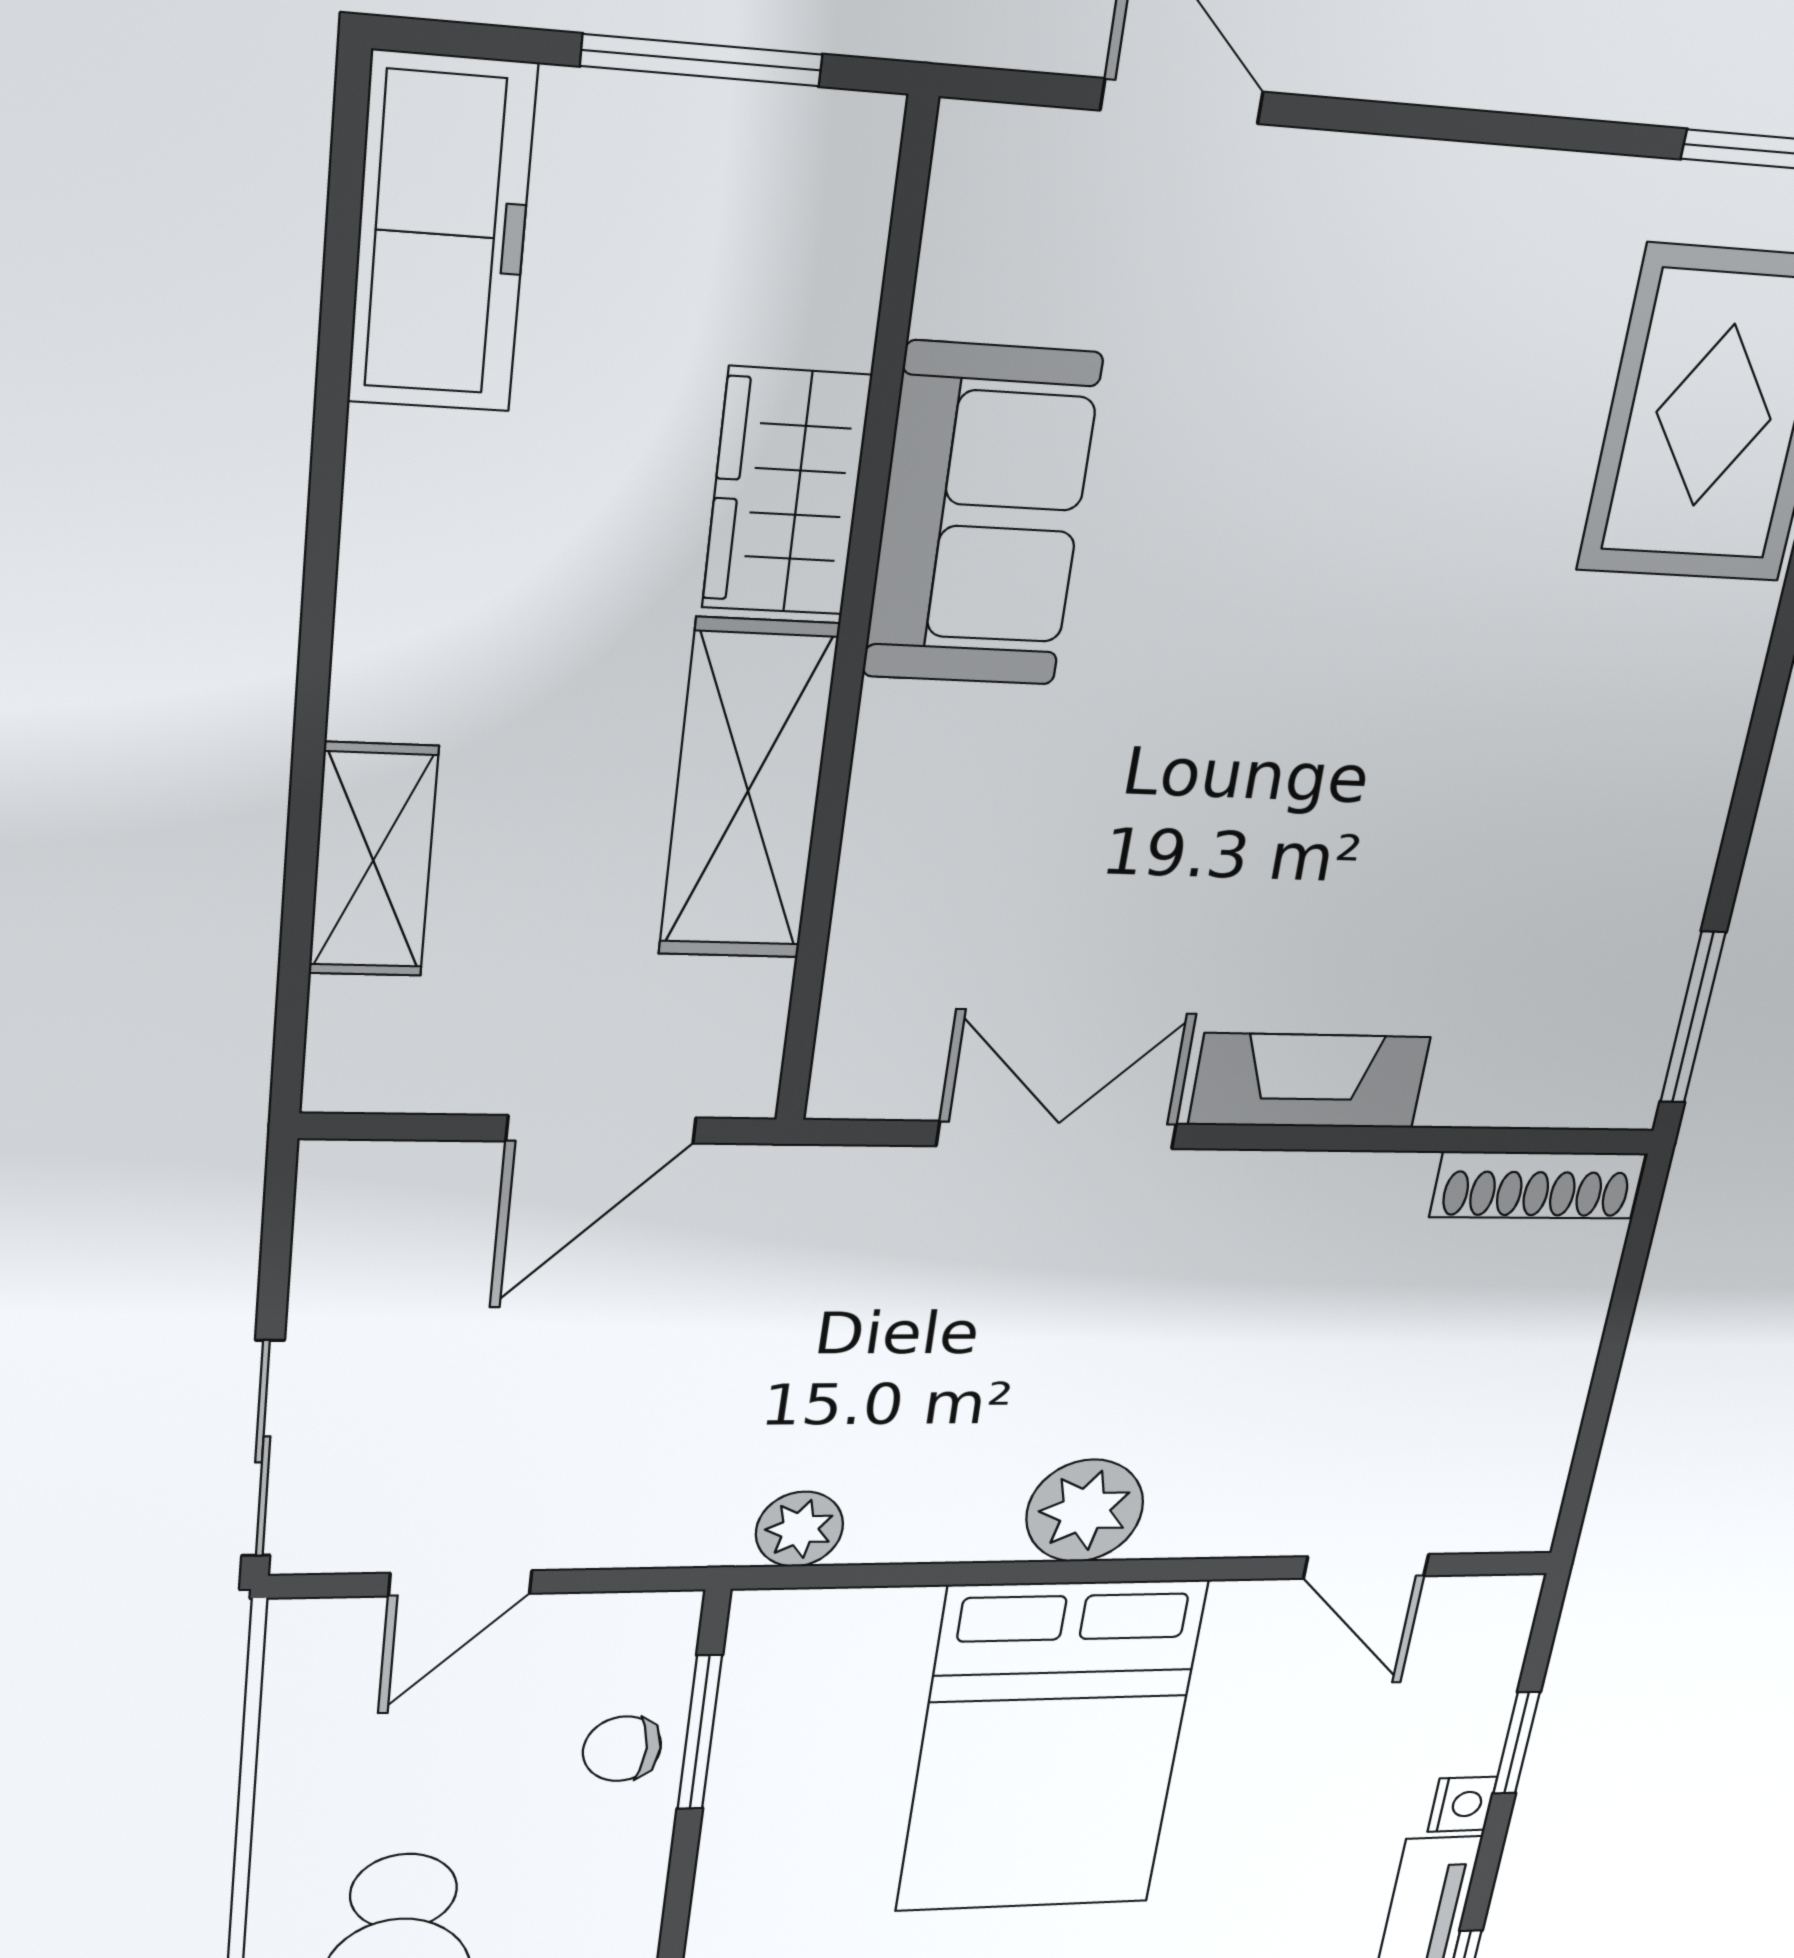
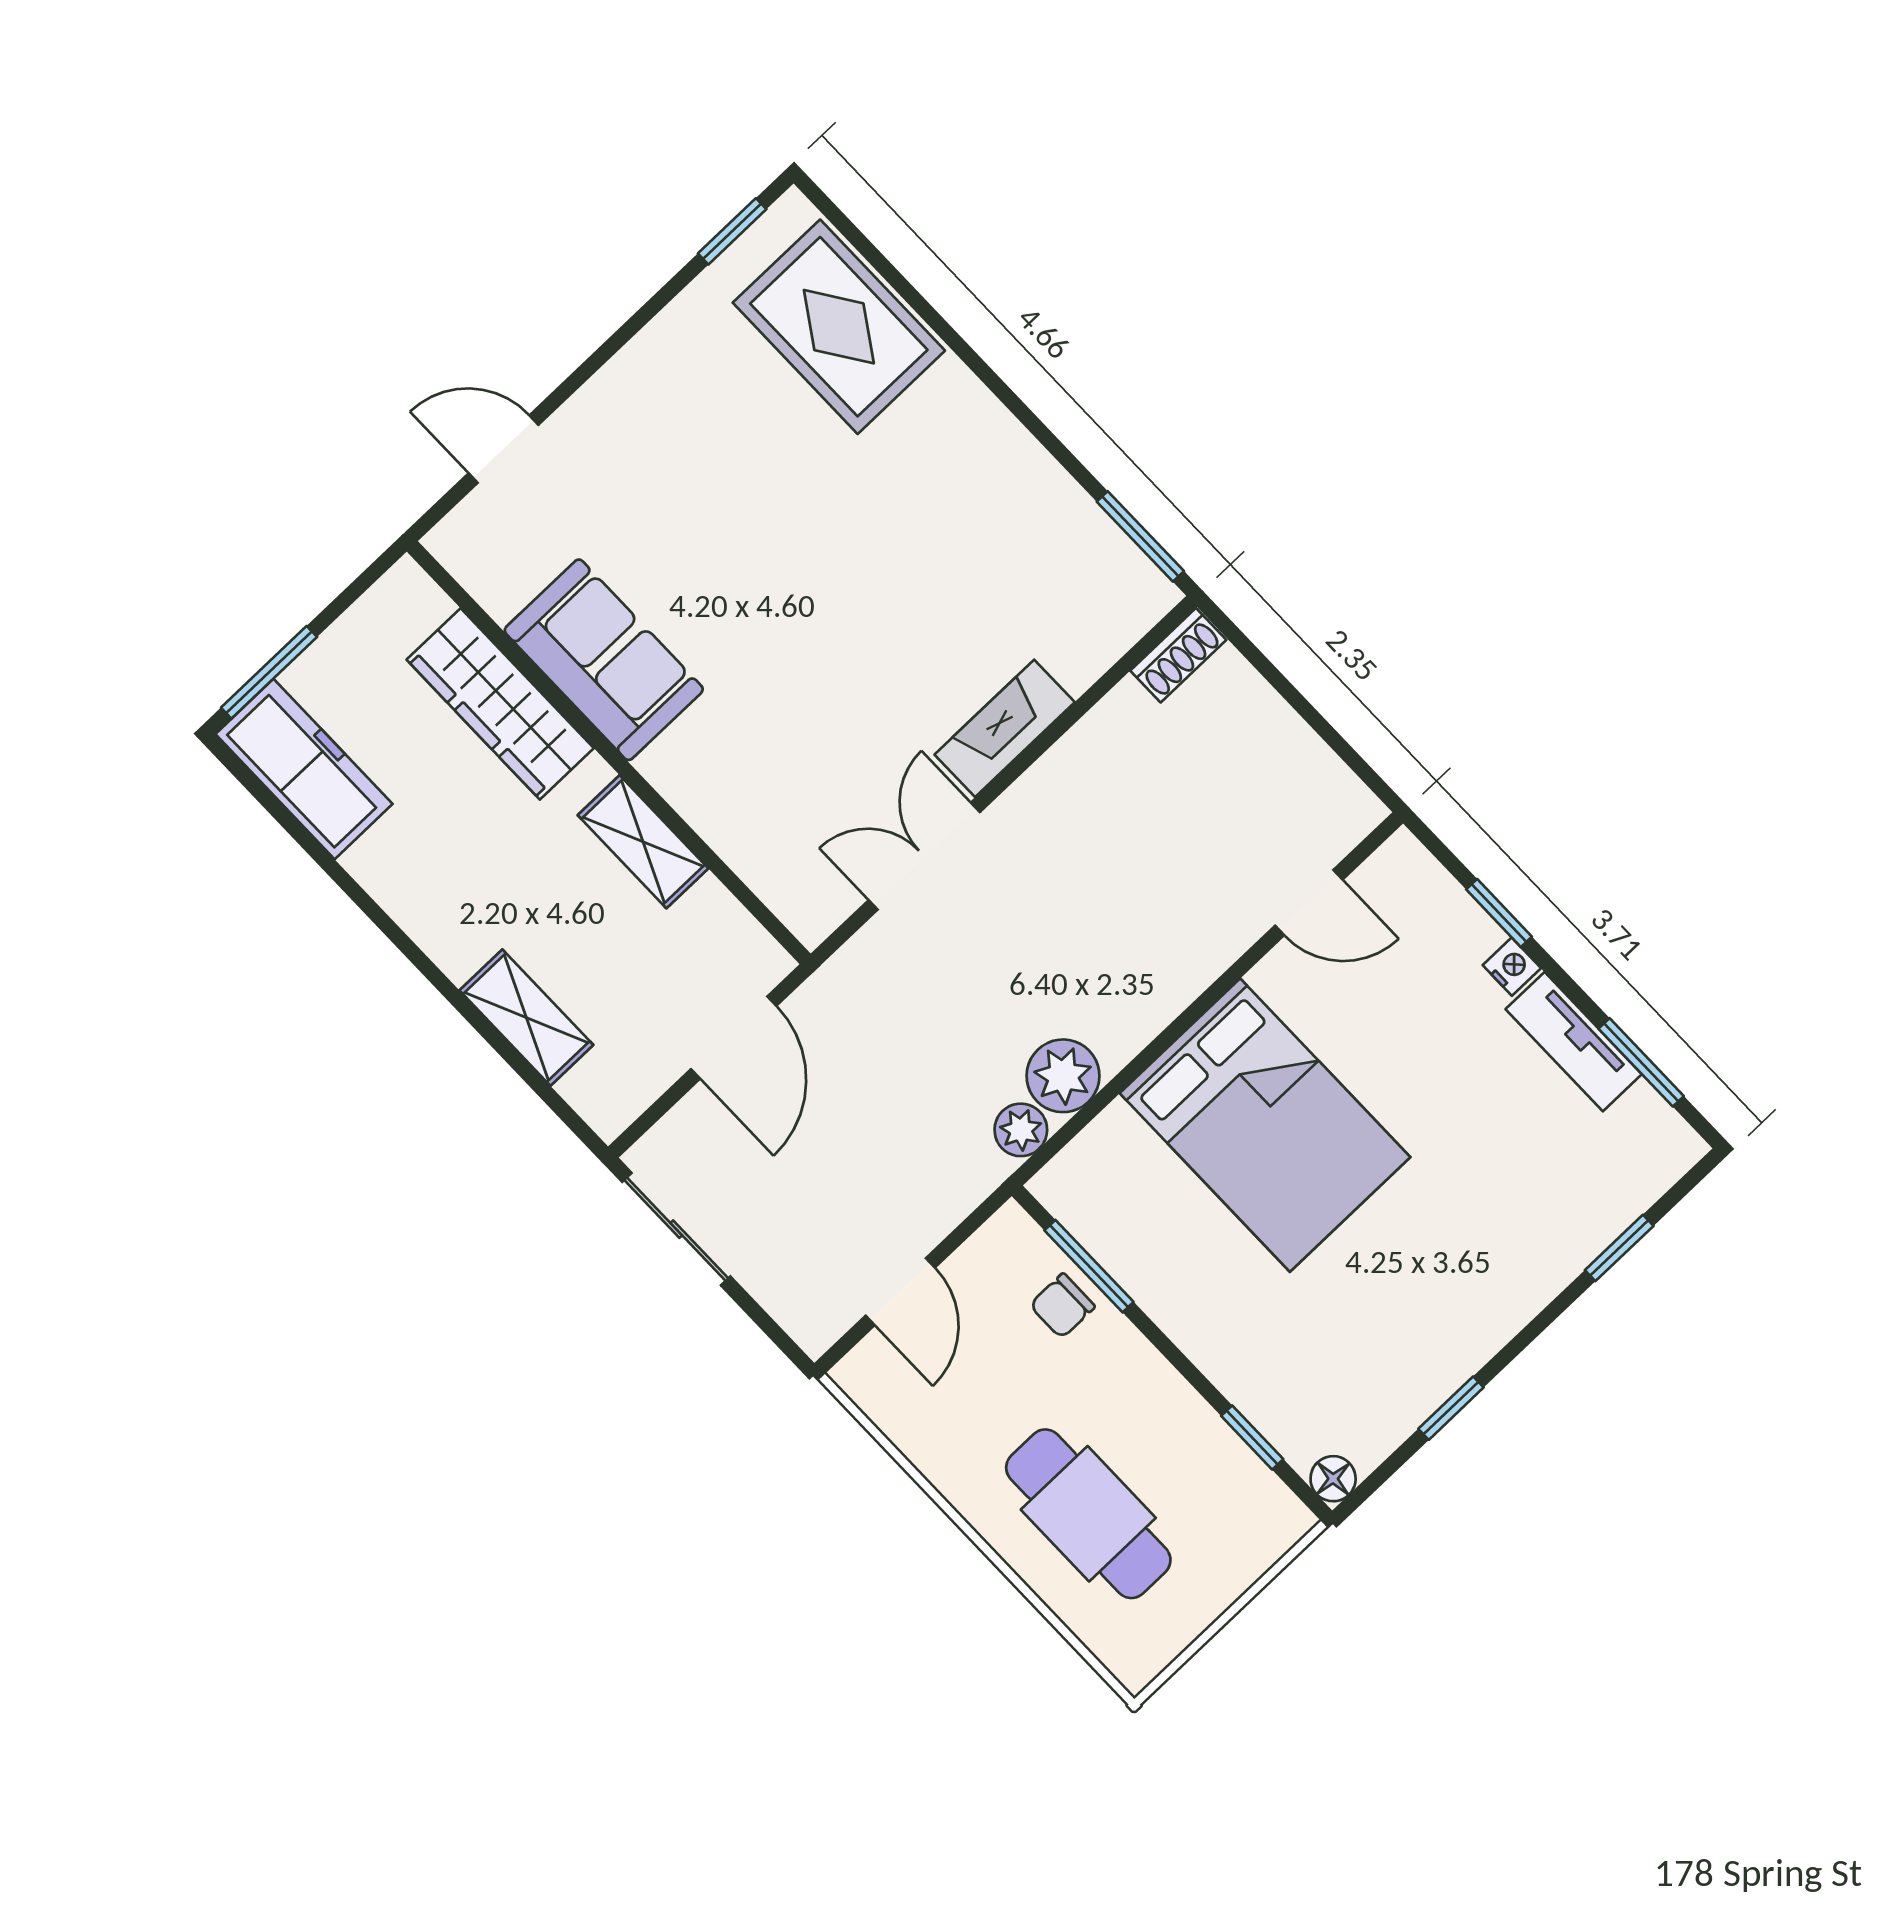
window: (702, 60) -> (269, 672), moved
wardrobe: (786, 492) -> (500, 704), width x1.50
shelving: (748, 791) -> (643, 842), width x0.67, depth x0.75
shoe rack: (1538, 1185) -> (1178, 655), width x0.70
sliding door: (263, 1449) -> (676, 1229), moved
plant: (1085, 1511) -> (1063, 1076), moved

